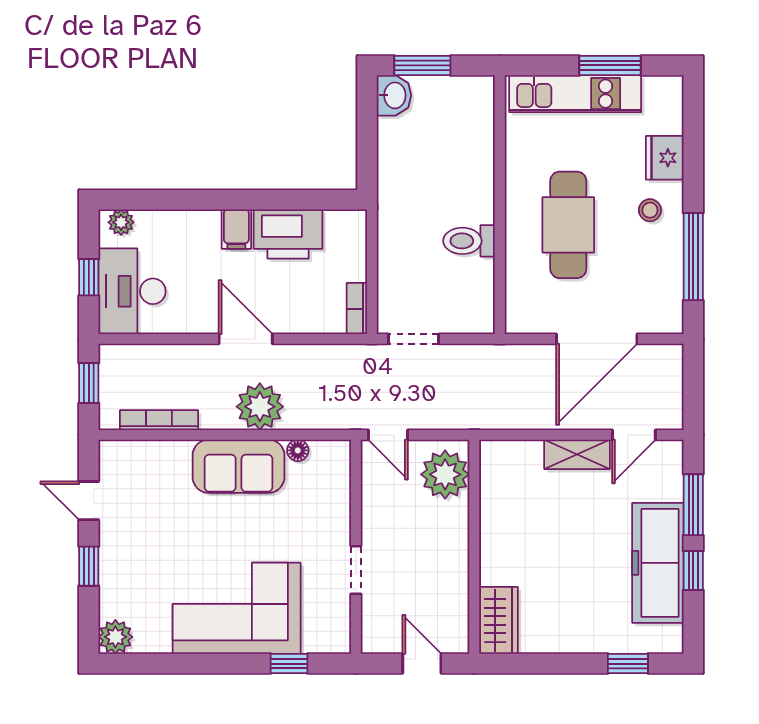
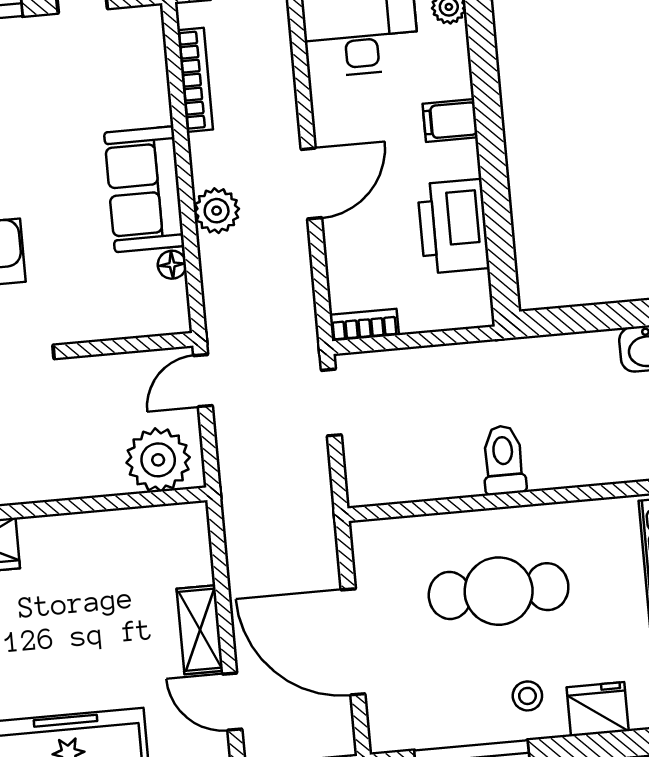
filing cabinet: (236, 229) -> (450, 120), moved
toilet: (469, 241) -> (504, 460), moved
plant: (260, 407) -> (217, 211), width x0.73, depth x0.73

